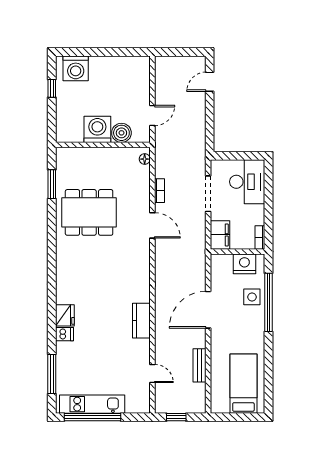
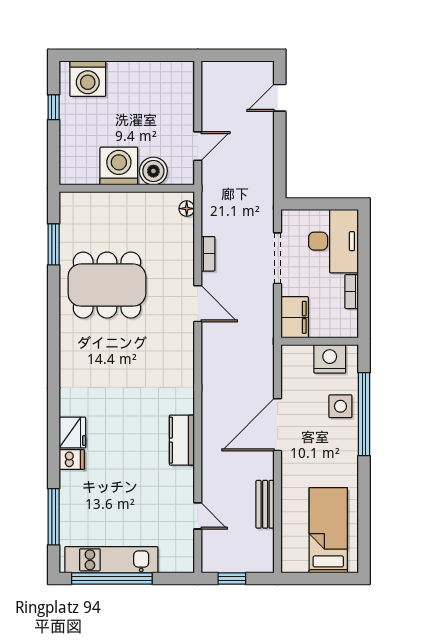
bookcase: (260, 237) -> (352, 292), moved

